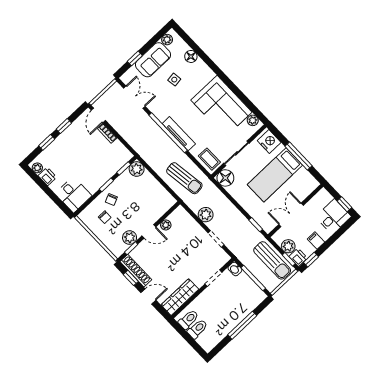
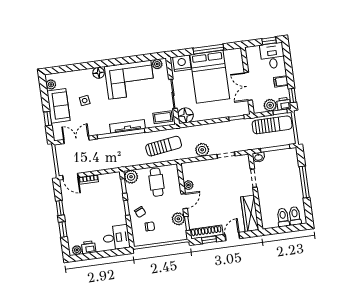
floor lamp: (191, 56) -> (99, 73), moved
bed: (275, 175) -> (210, 77), width x1.50
cafe table: (148, 195) -> (157, 182), added
toilet: (188, 320) -> (295, 216), moved

